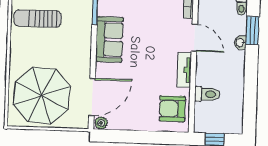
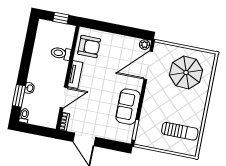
door: (194, 38) -> (64, 97), swing flipped
parasol: (42, 95) -> (186, 73), width x0.73, depth x0.73

